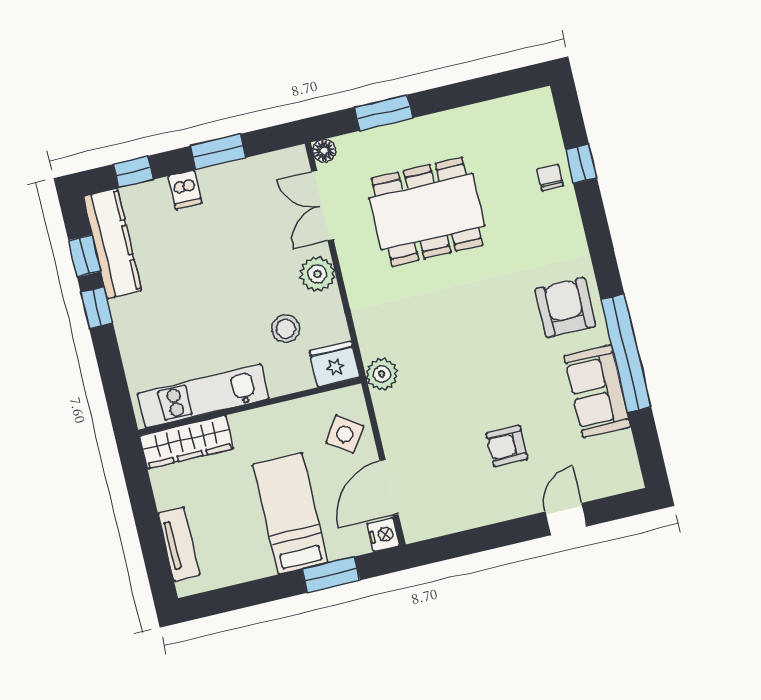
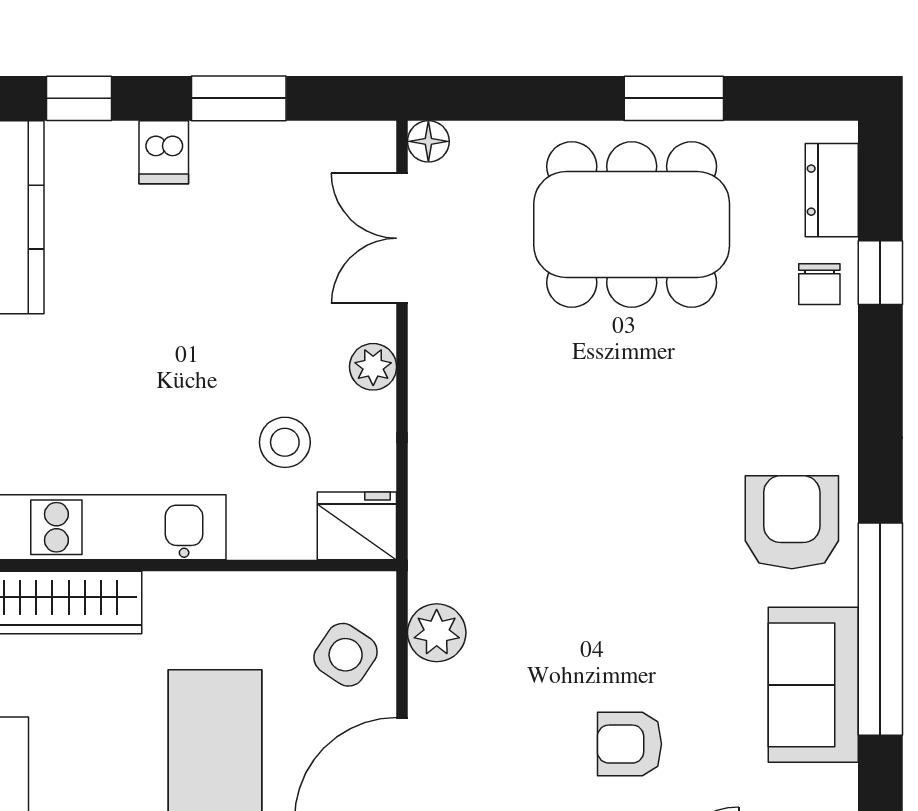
window: (384, 113) -> (674, 98), moved
dresser: (545, 126) -> (832, 190), added
chair: (550, 178) -> (819, 284), turned 180
dining table: (427, 212) -> (632, 224), moved
plant: (317, 274) -> (373, 367), width x0.73, depth x0.73
plant: (382, 374) -> (437, 633), moved

